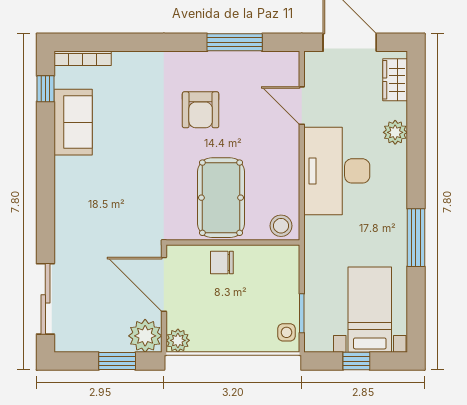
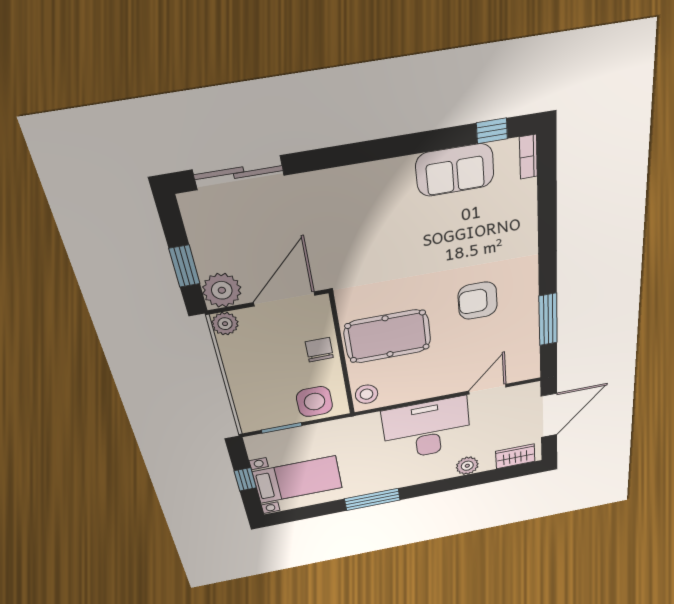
bookcase: (83, 58) -> (528, 157), width x0.64
side table: (286, 332) -> (315, 402), moved, width x1.87, depth x1.87

